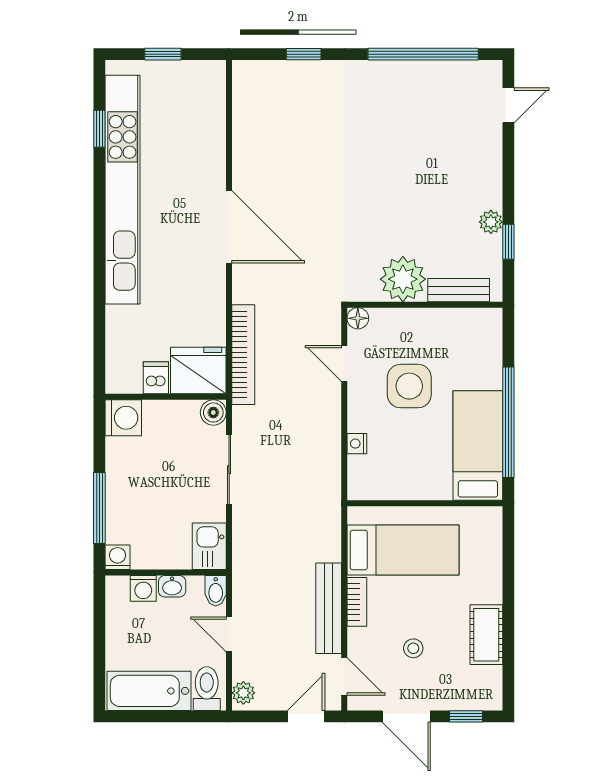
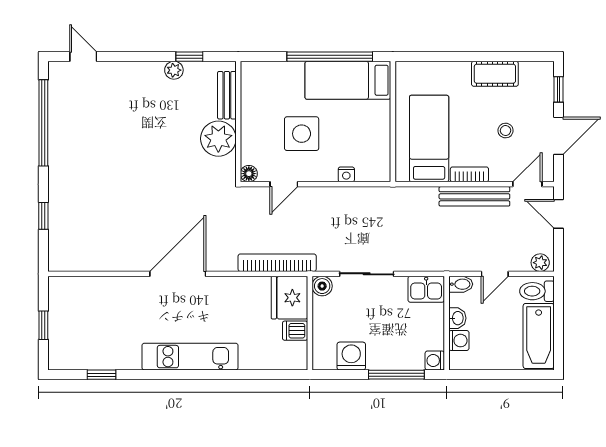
kitchen unit: (123, 190) -> (190, 357), width x0.54
washing machine: (123, 418) -> (351, 356), moved

